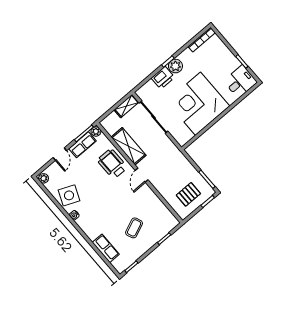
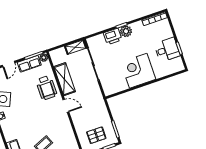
desk: (240, 82) -> (167, 50), moved
corner desk: (198, 104) -> (138, 71), width x0.74, depth x0.74
wheelchair: (112, 164) -> (46, 88), turned 180
door: (142, 175) -> (66, 106), swing flipped

